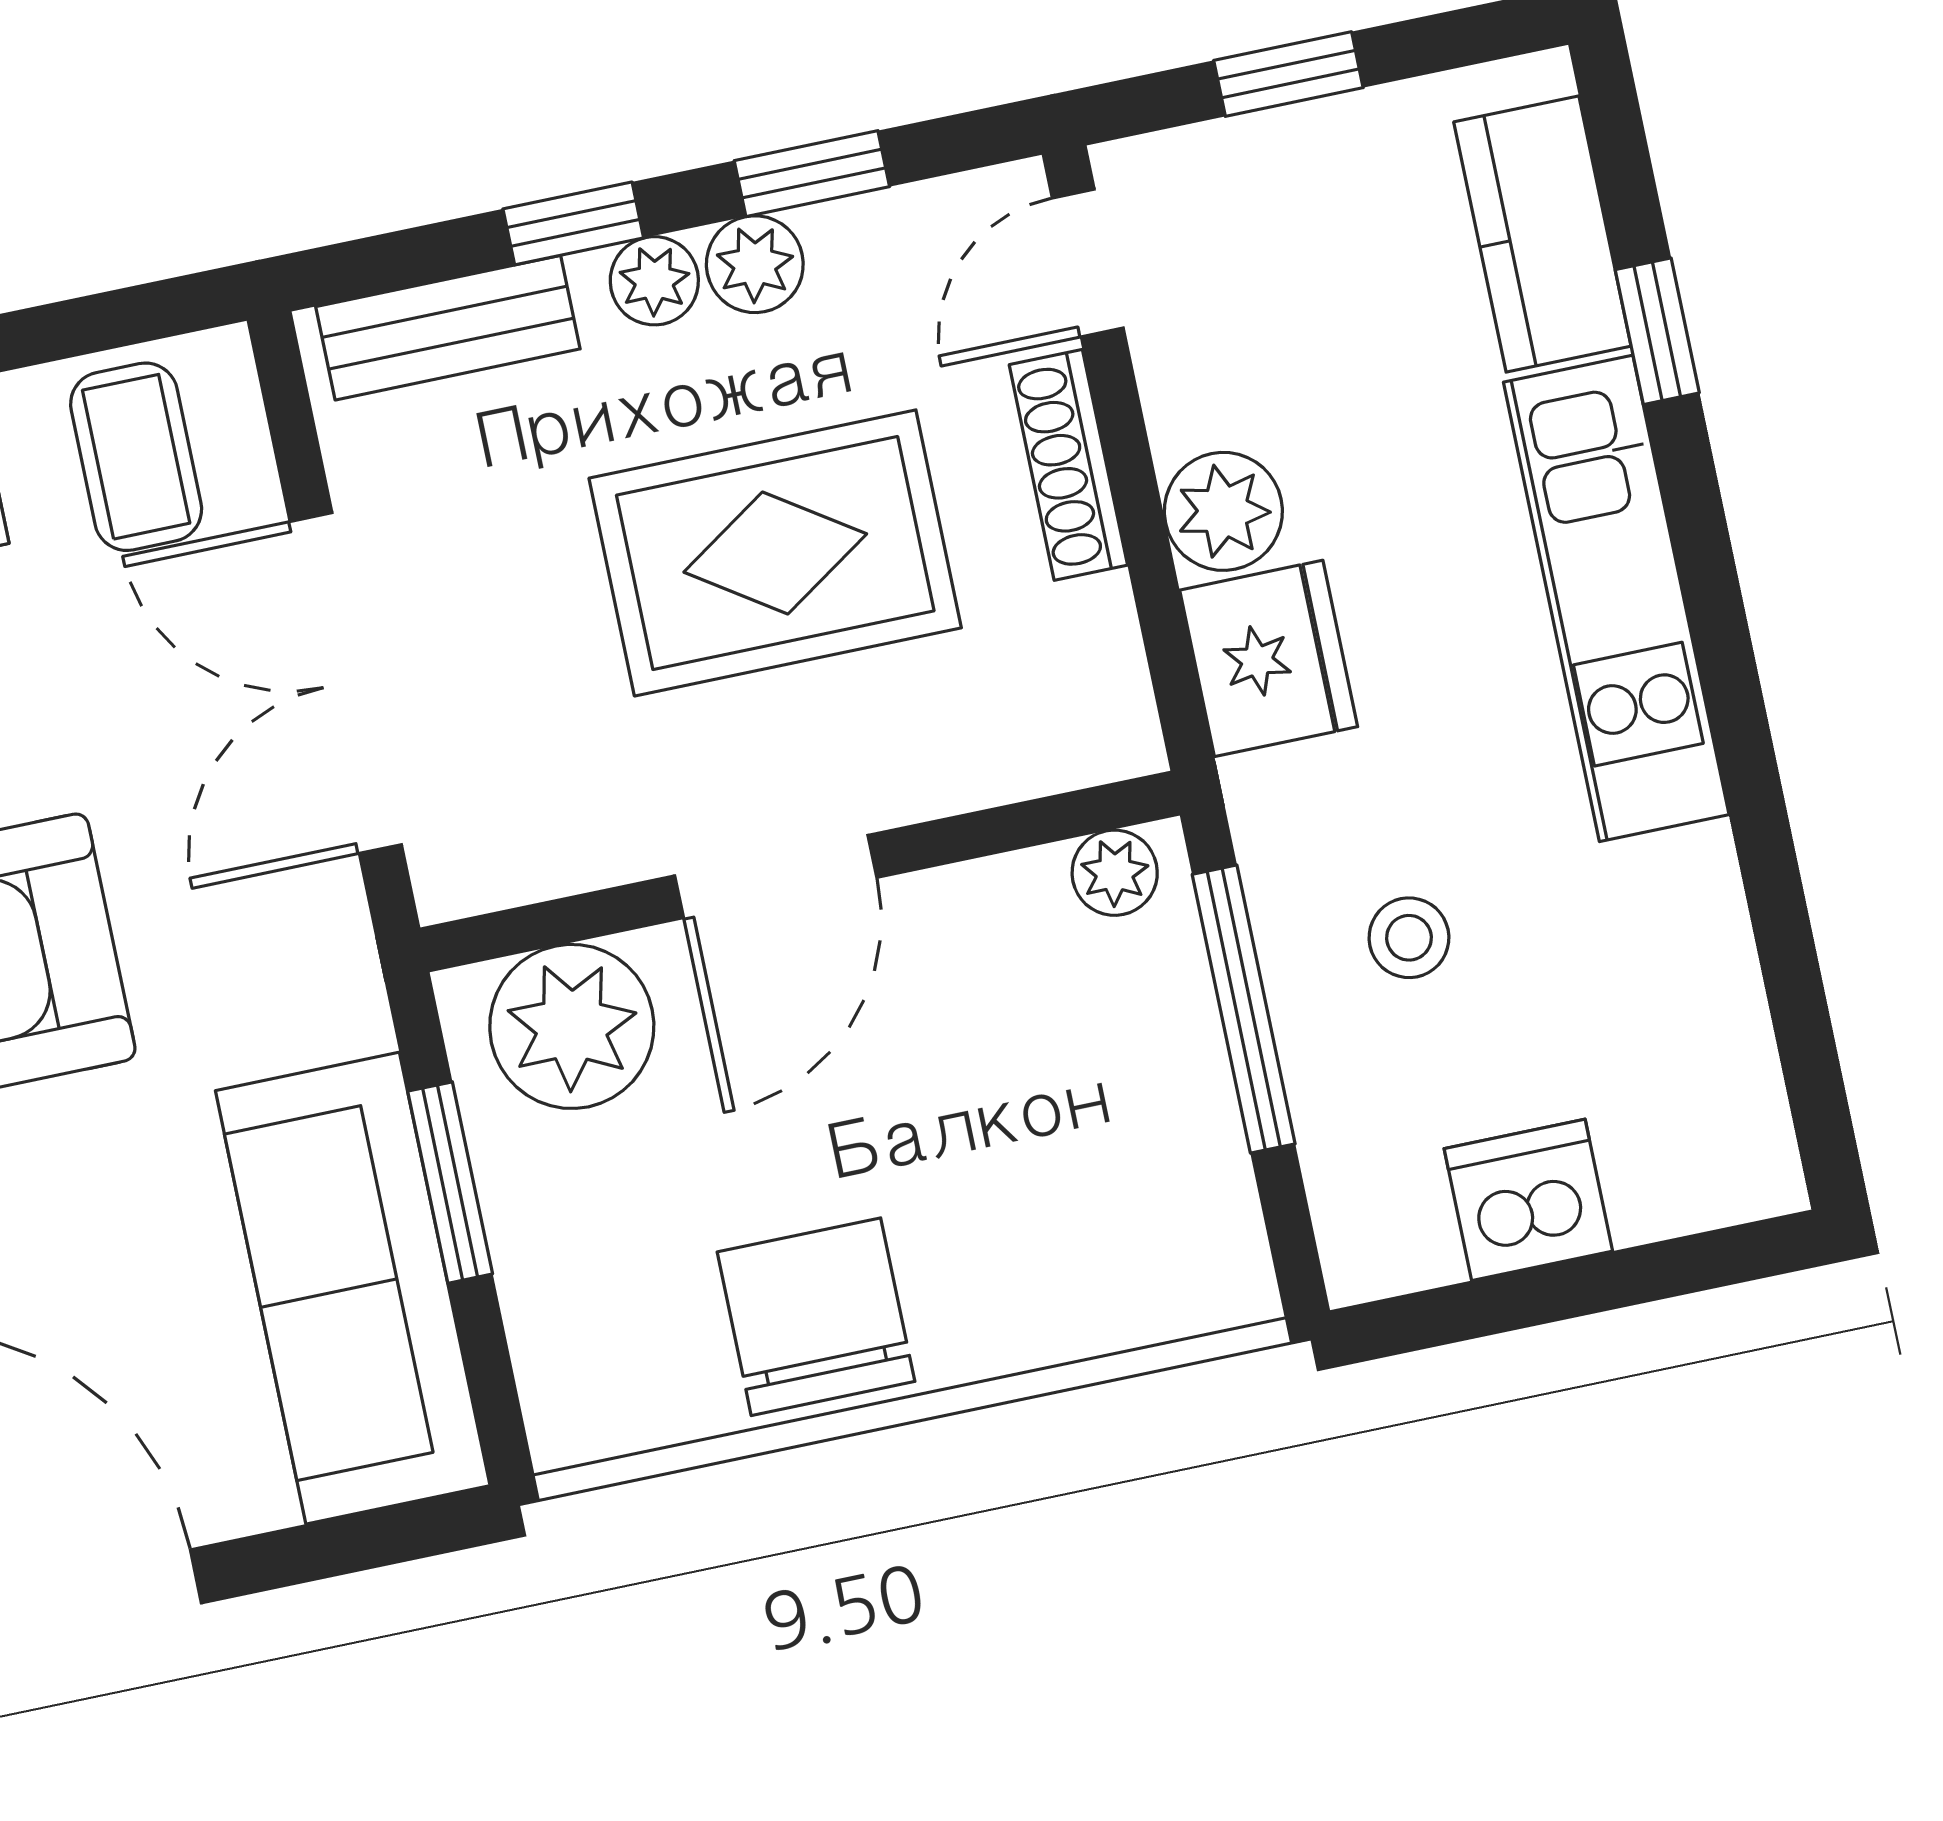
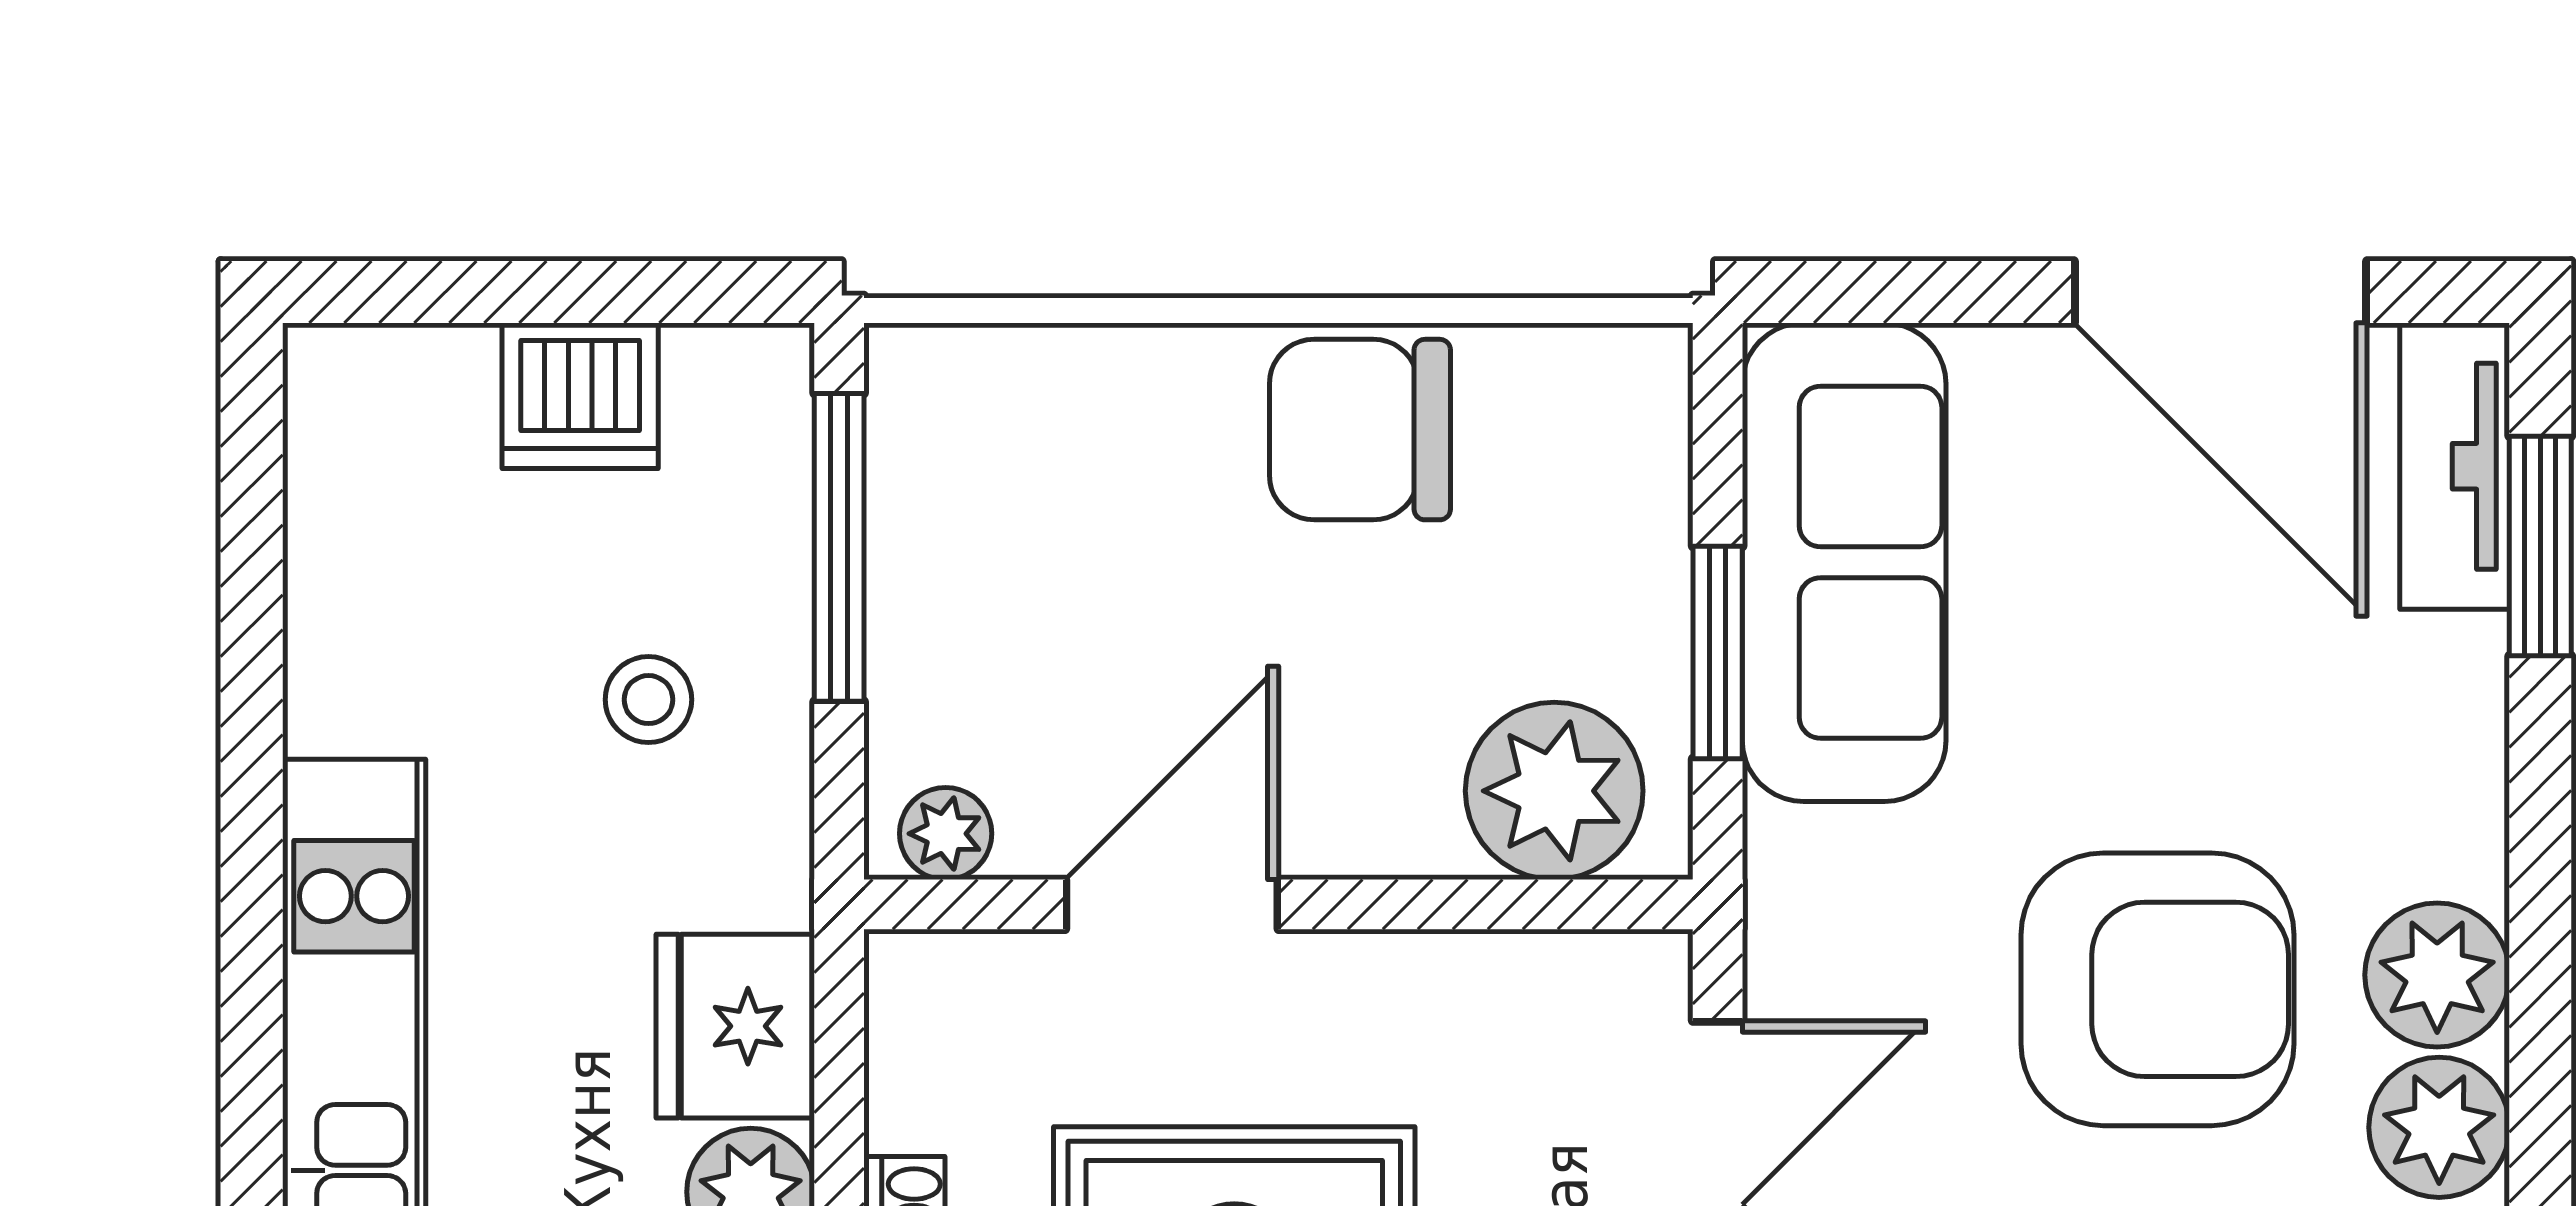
door: (776, 877) -> (1172, 904), moved
window: (1244, 1009) -> (839, 547), moved
chair: (816, 1317) -> (1360, 430), turned 90

